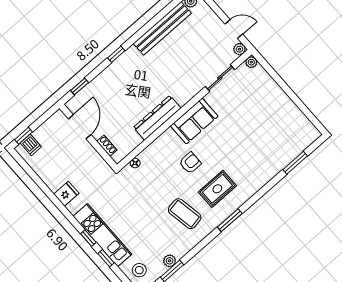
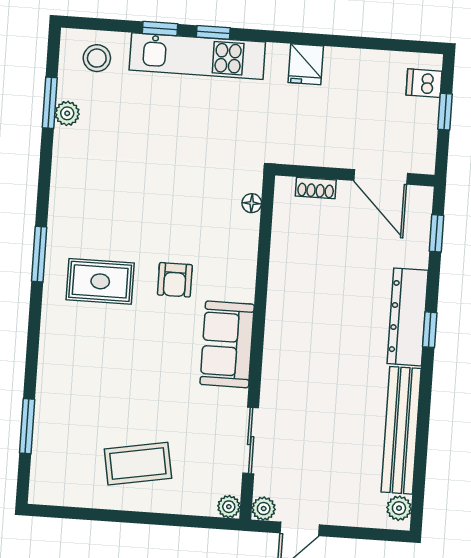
dresser: (157, 118) -> (408, 317), moved, turned 180
window: (24, 136) -> (445, 112), moved
rug: (217, 189) -> (100, 281), turned 90
coffee table: (185, 214) -> (138, 464), moved

